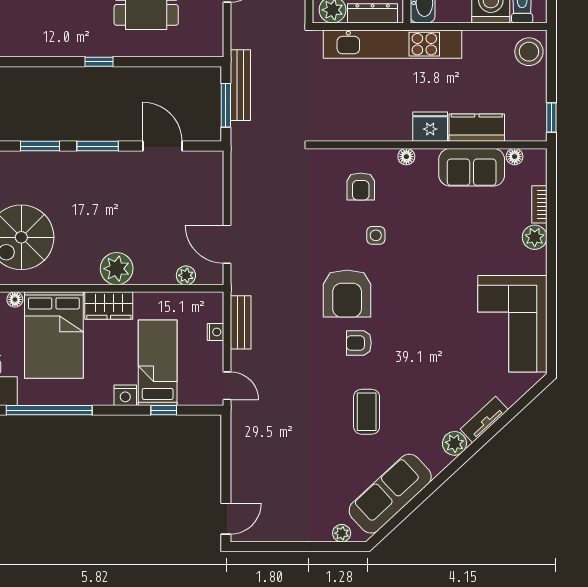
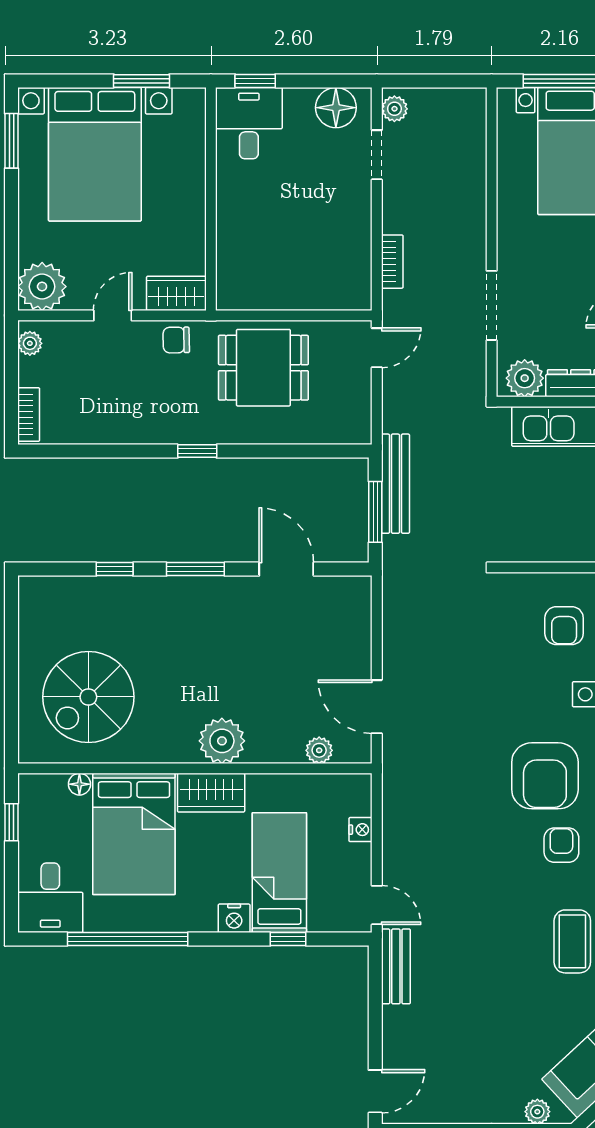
window: (40, 146) -> (115, 569), width x0.67
bench: (241, 322) -> (396, 966), moved
armchair: (359, 343) -> (561, 845), turned 90

